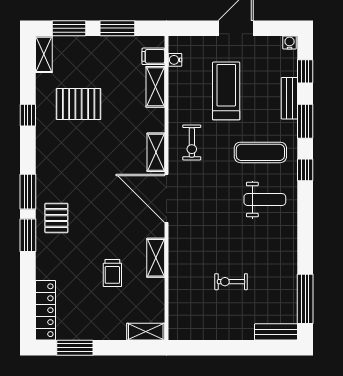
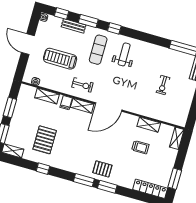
filing cabinet: (153, 56) -> (66, 103), moved
shelving: (156, 258) -> (149, 125), moved

